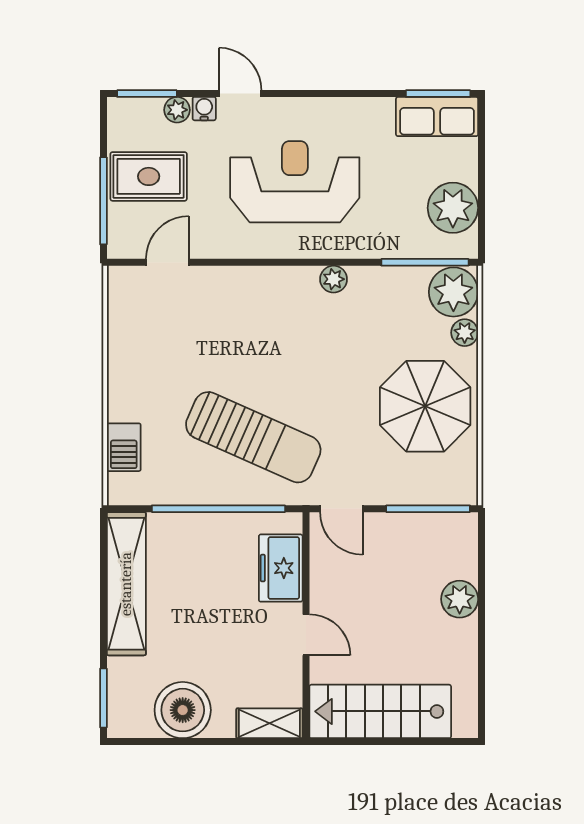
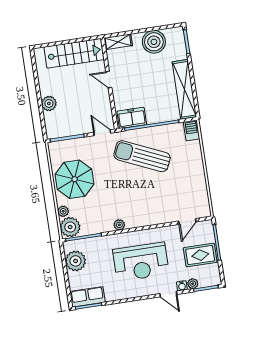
barbecue: (124, 447) -> (192, 130), moved
freezer: (281, 568) -> (132, 118), moved, turned -90

